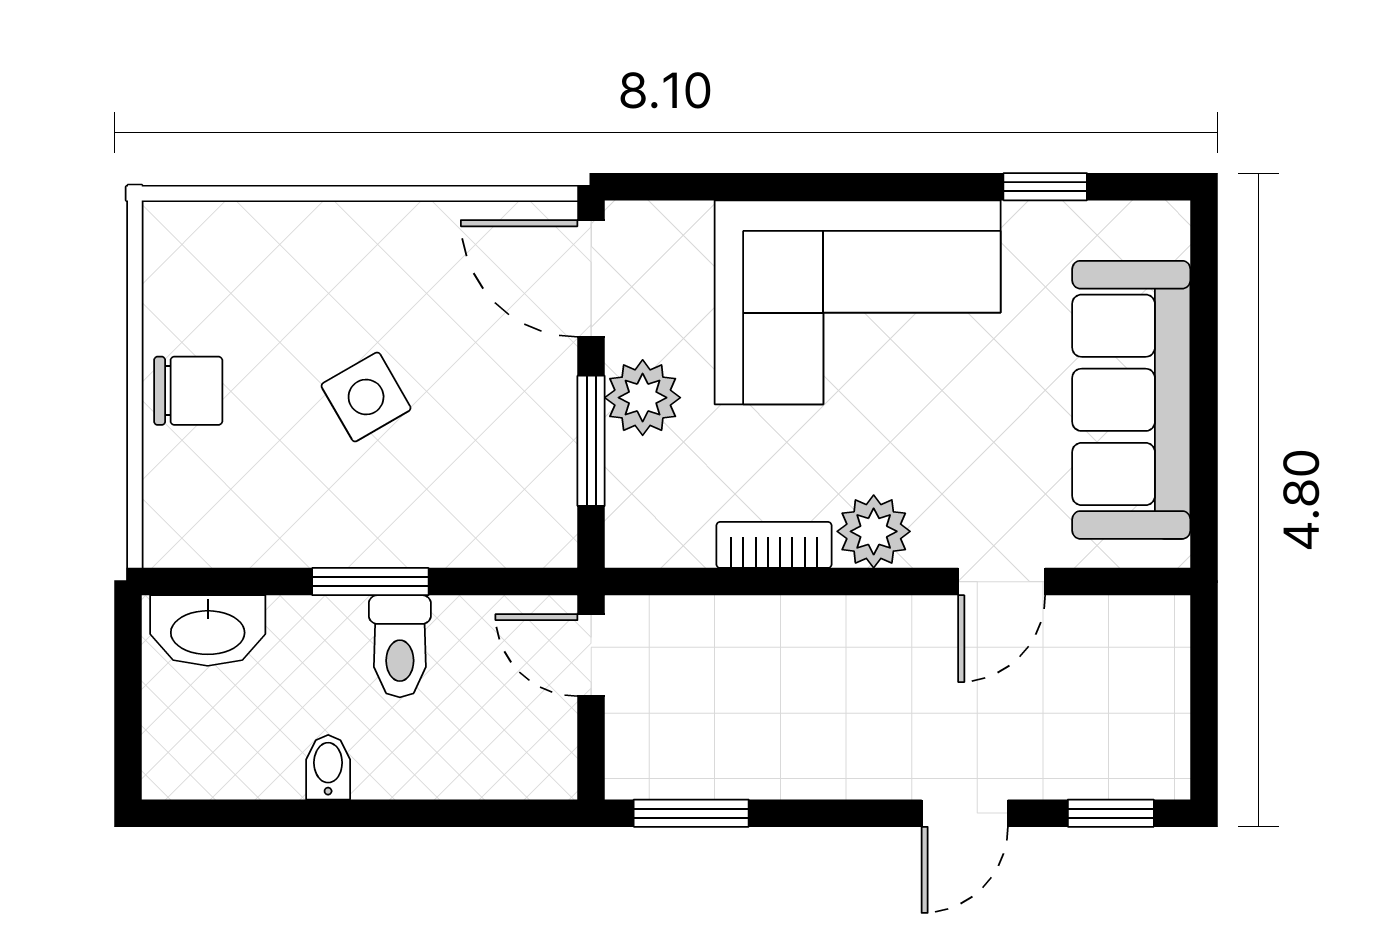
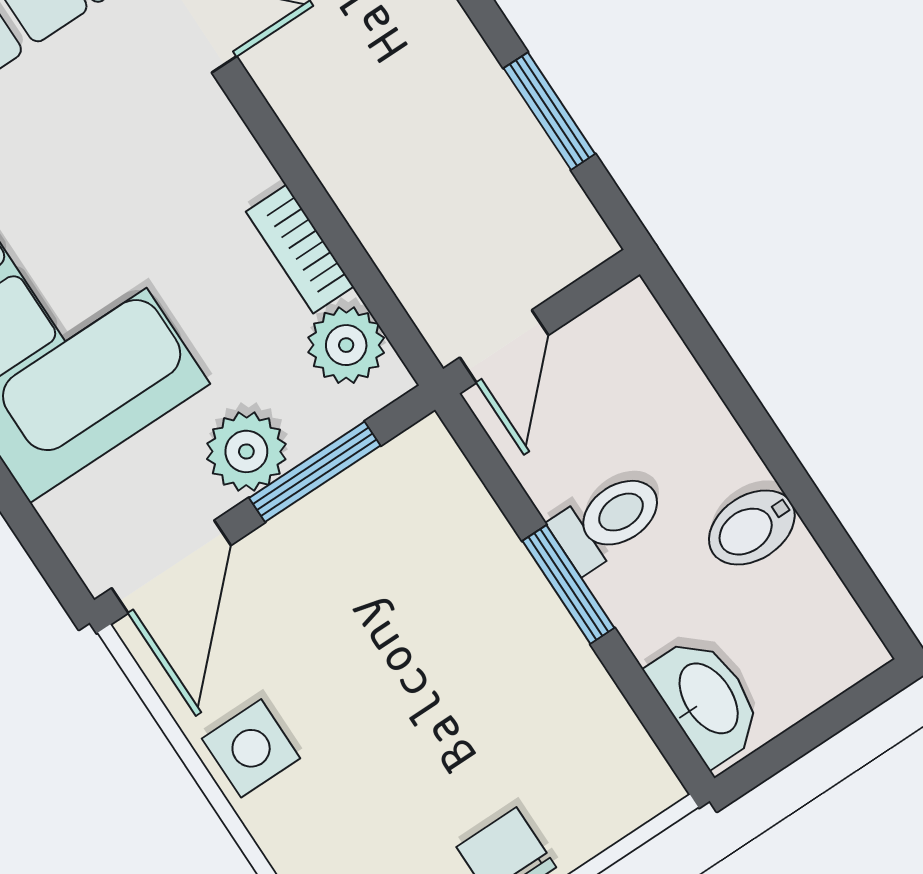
side table: (366, 397) -> (251, 748), moved, turned 30
plant: (874, 531) -> (346, 345), moved
bidet: (328, 767) -> (752, 527), width x1.38, depth x1.36
window: (691, 813) -> (549, 111), moved

